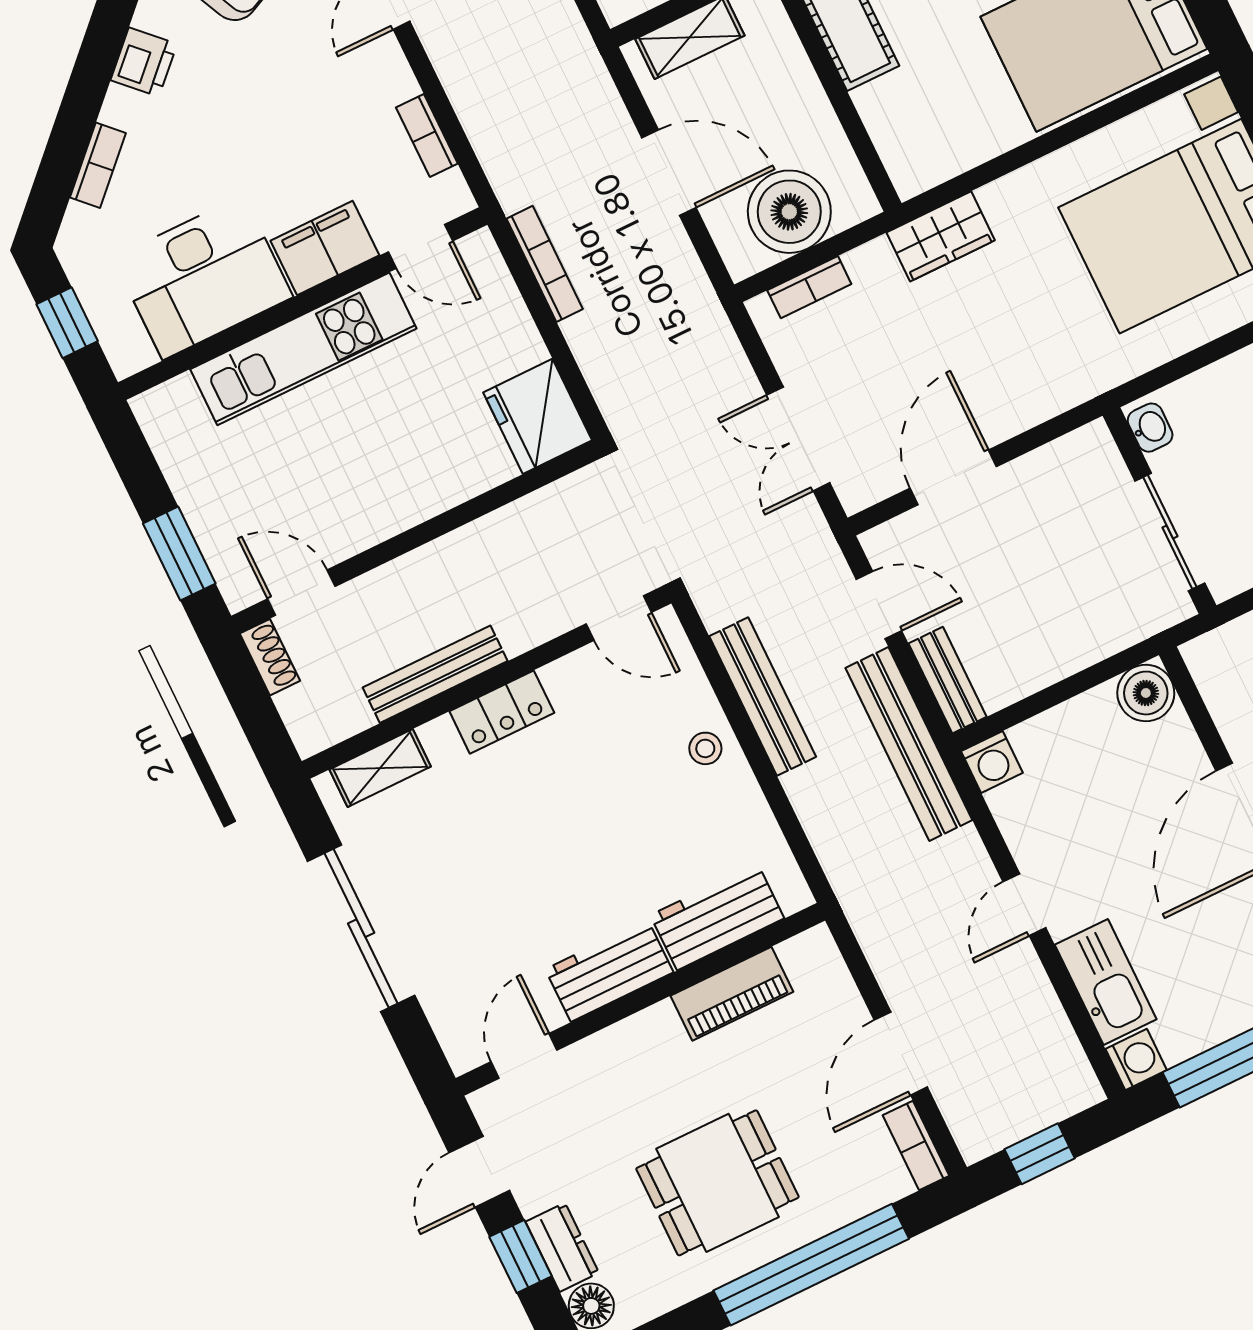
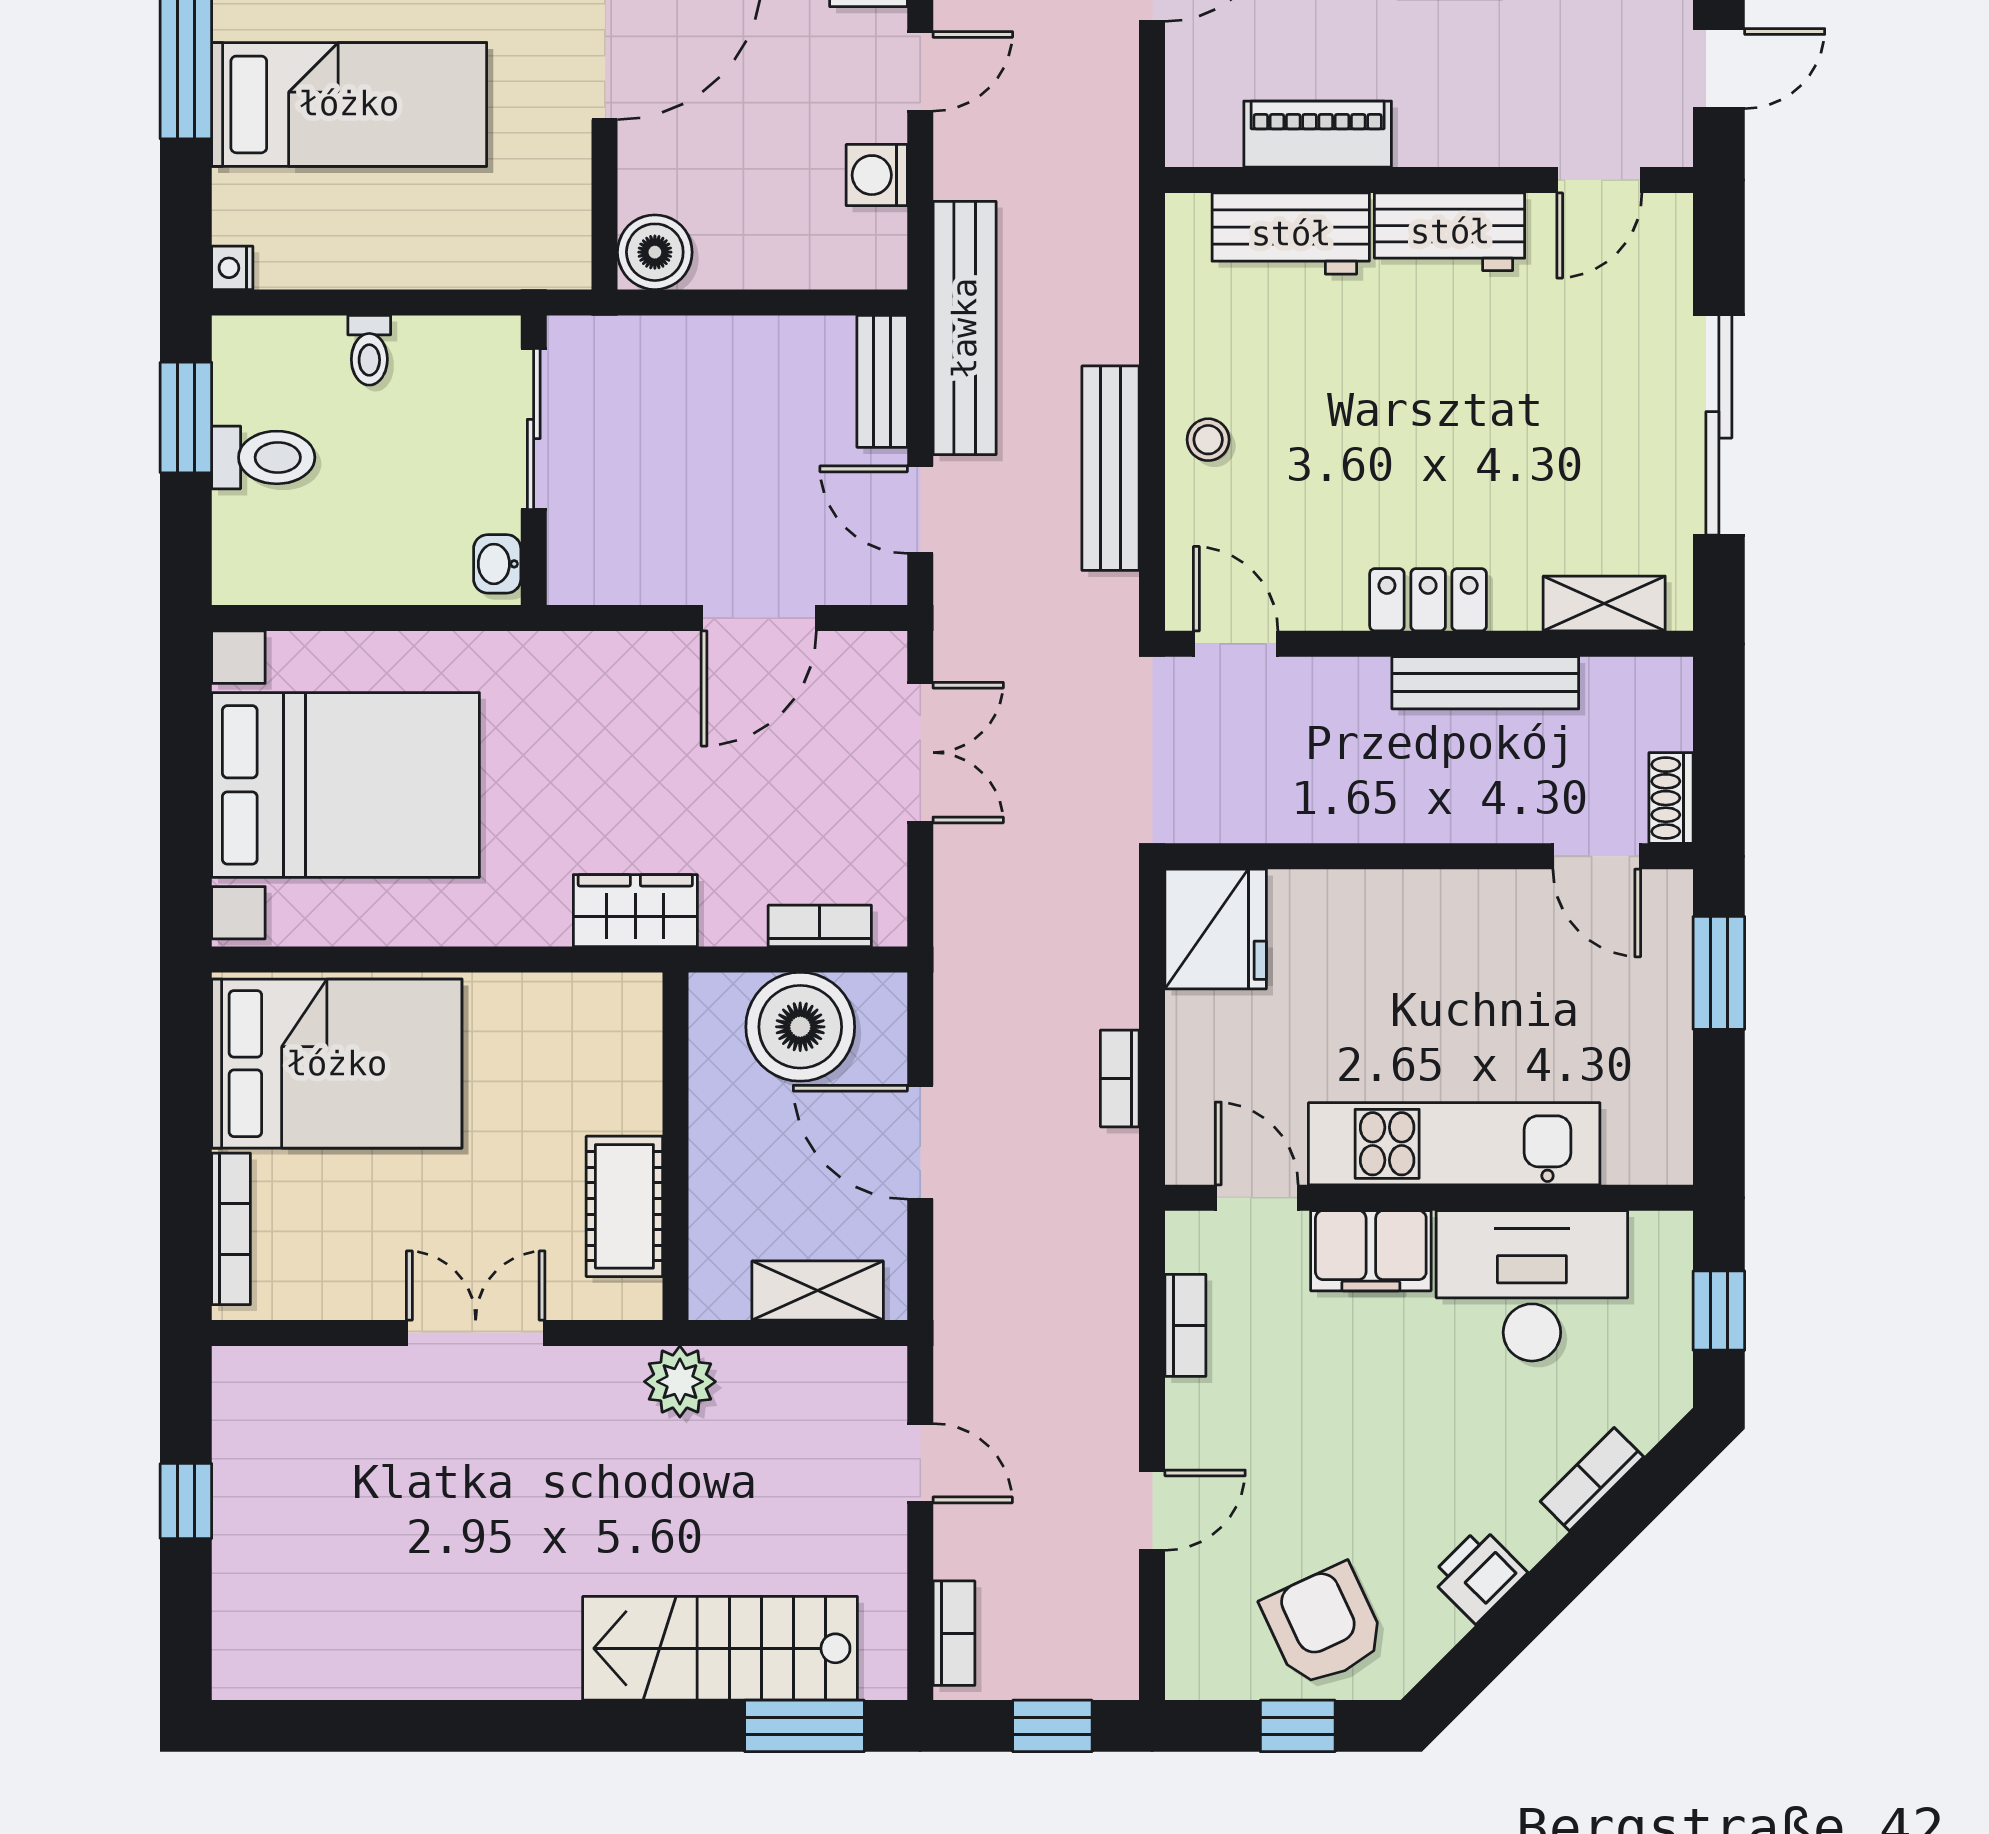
bookcase: (545, 264) -> (1120, 1078), width x0.64
washing machine: (992, 762) -> (877, 175), moved, turned -90

